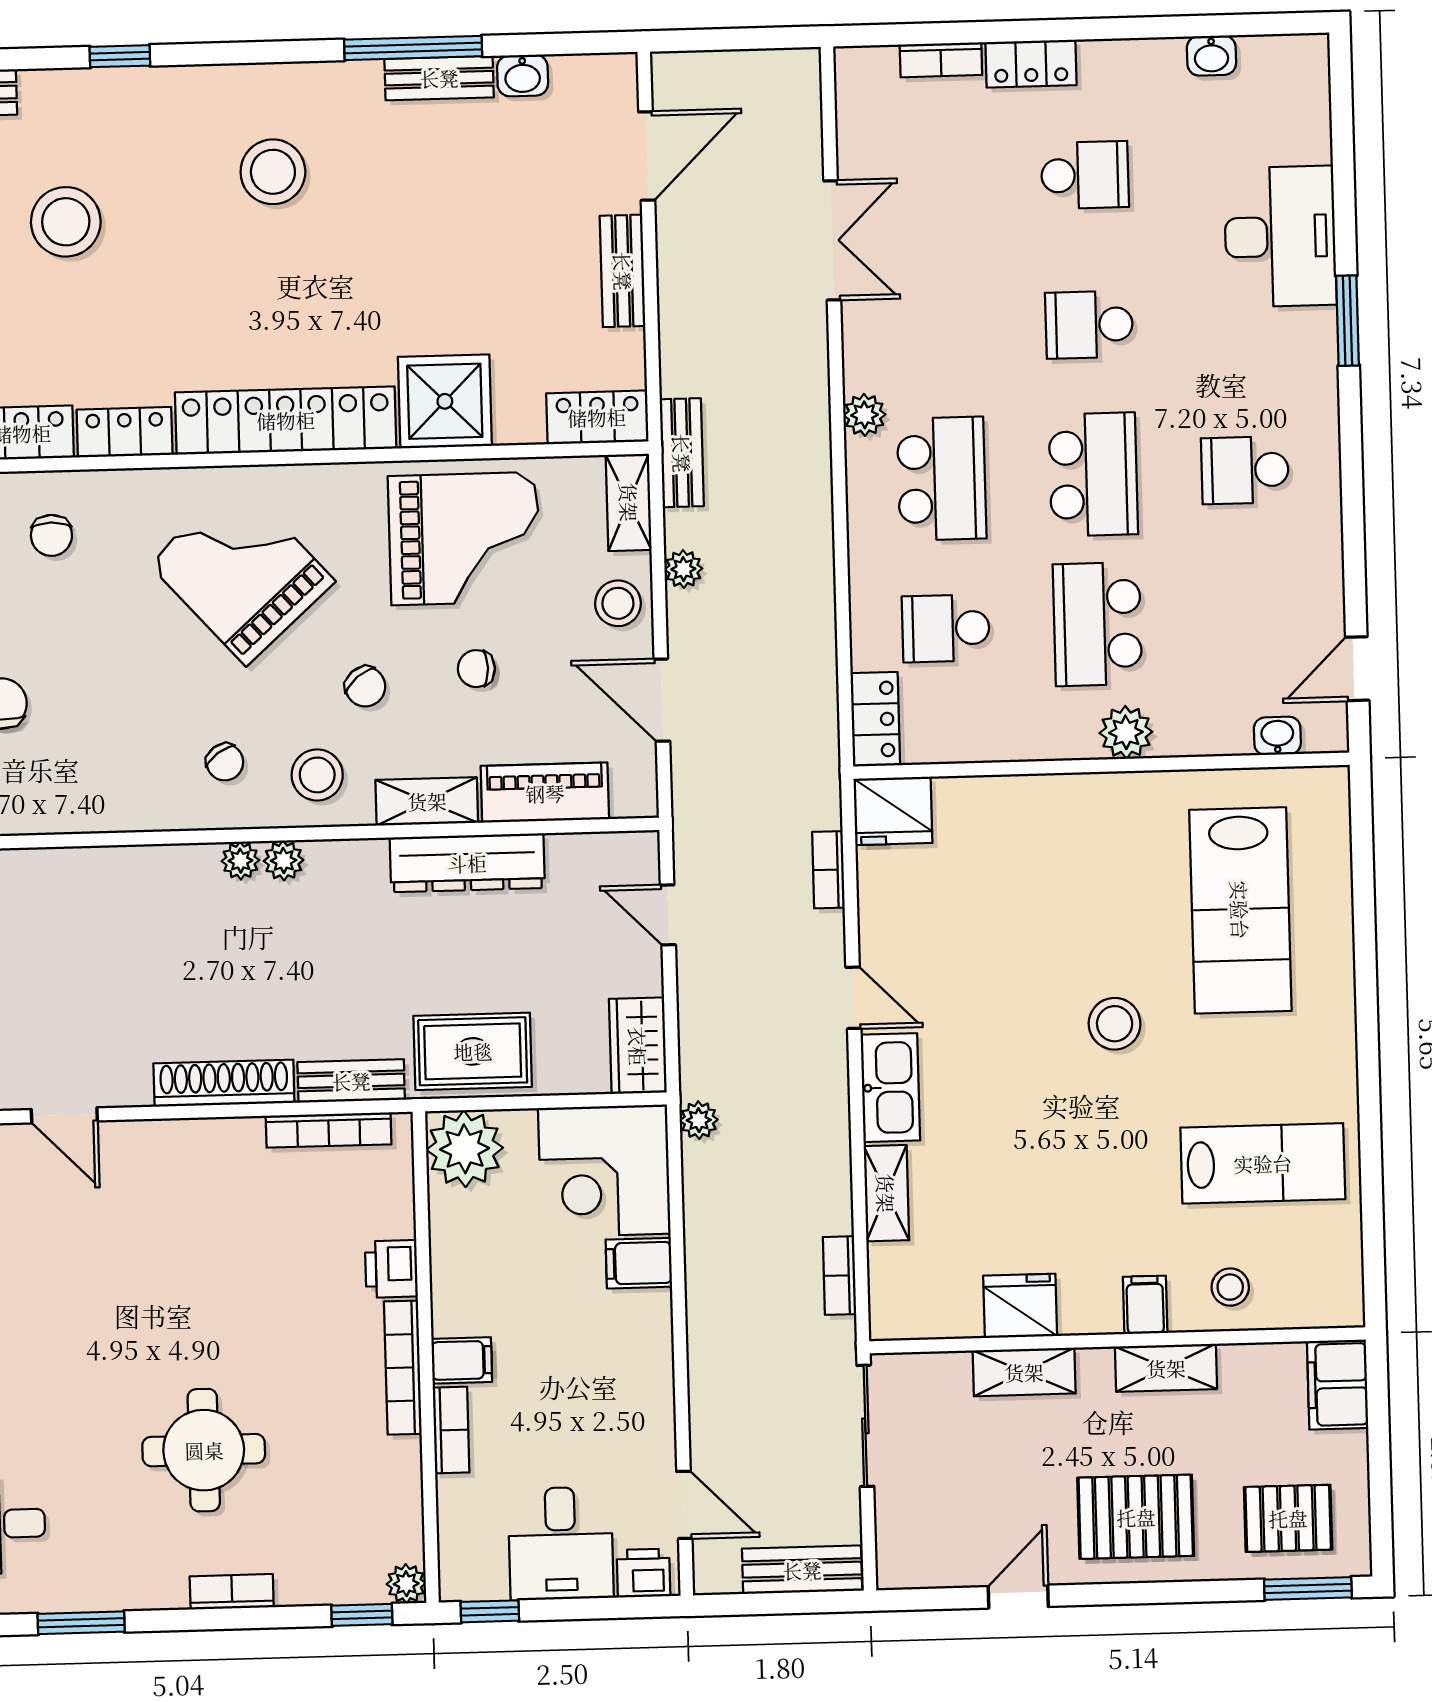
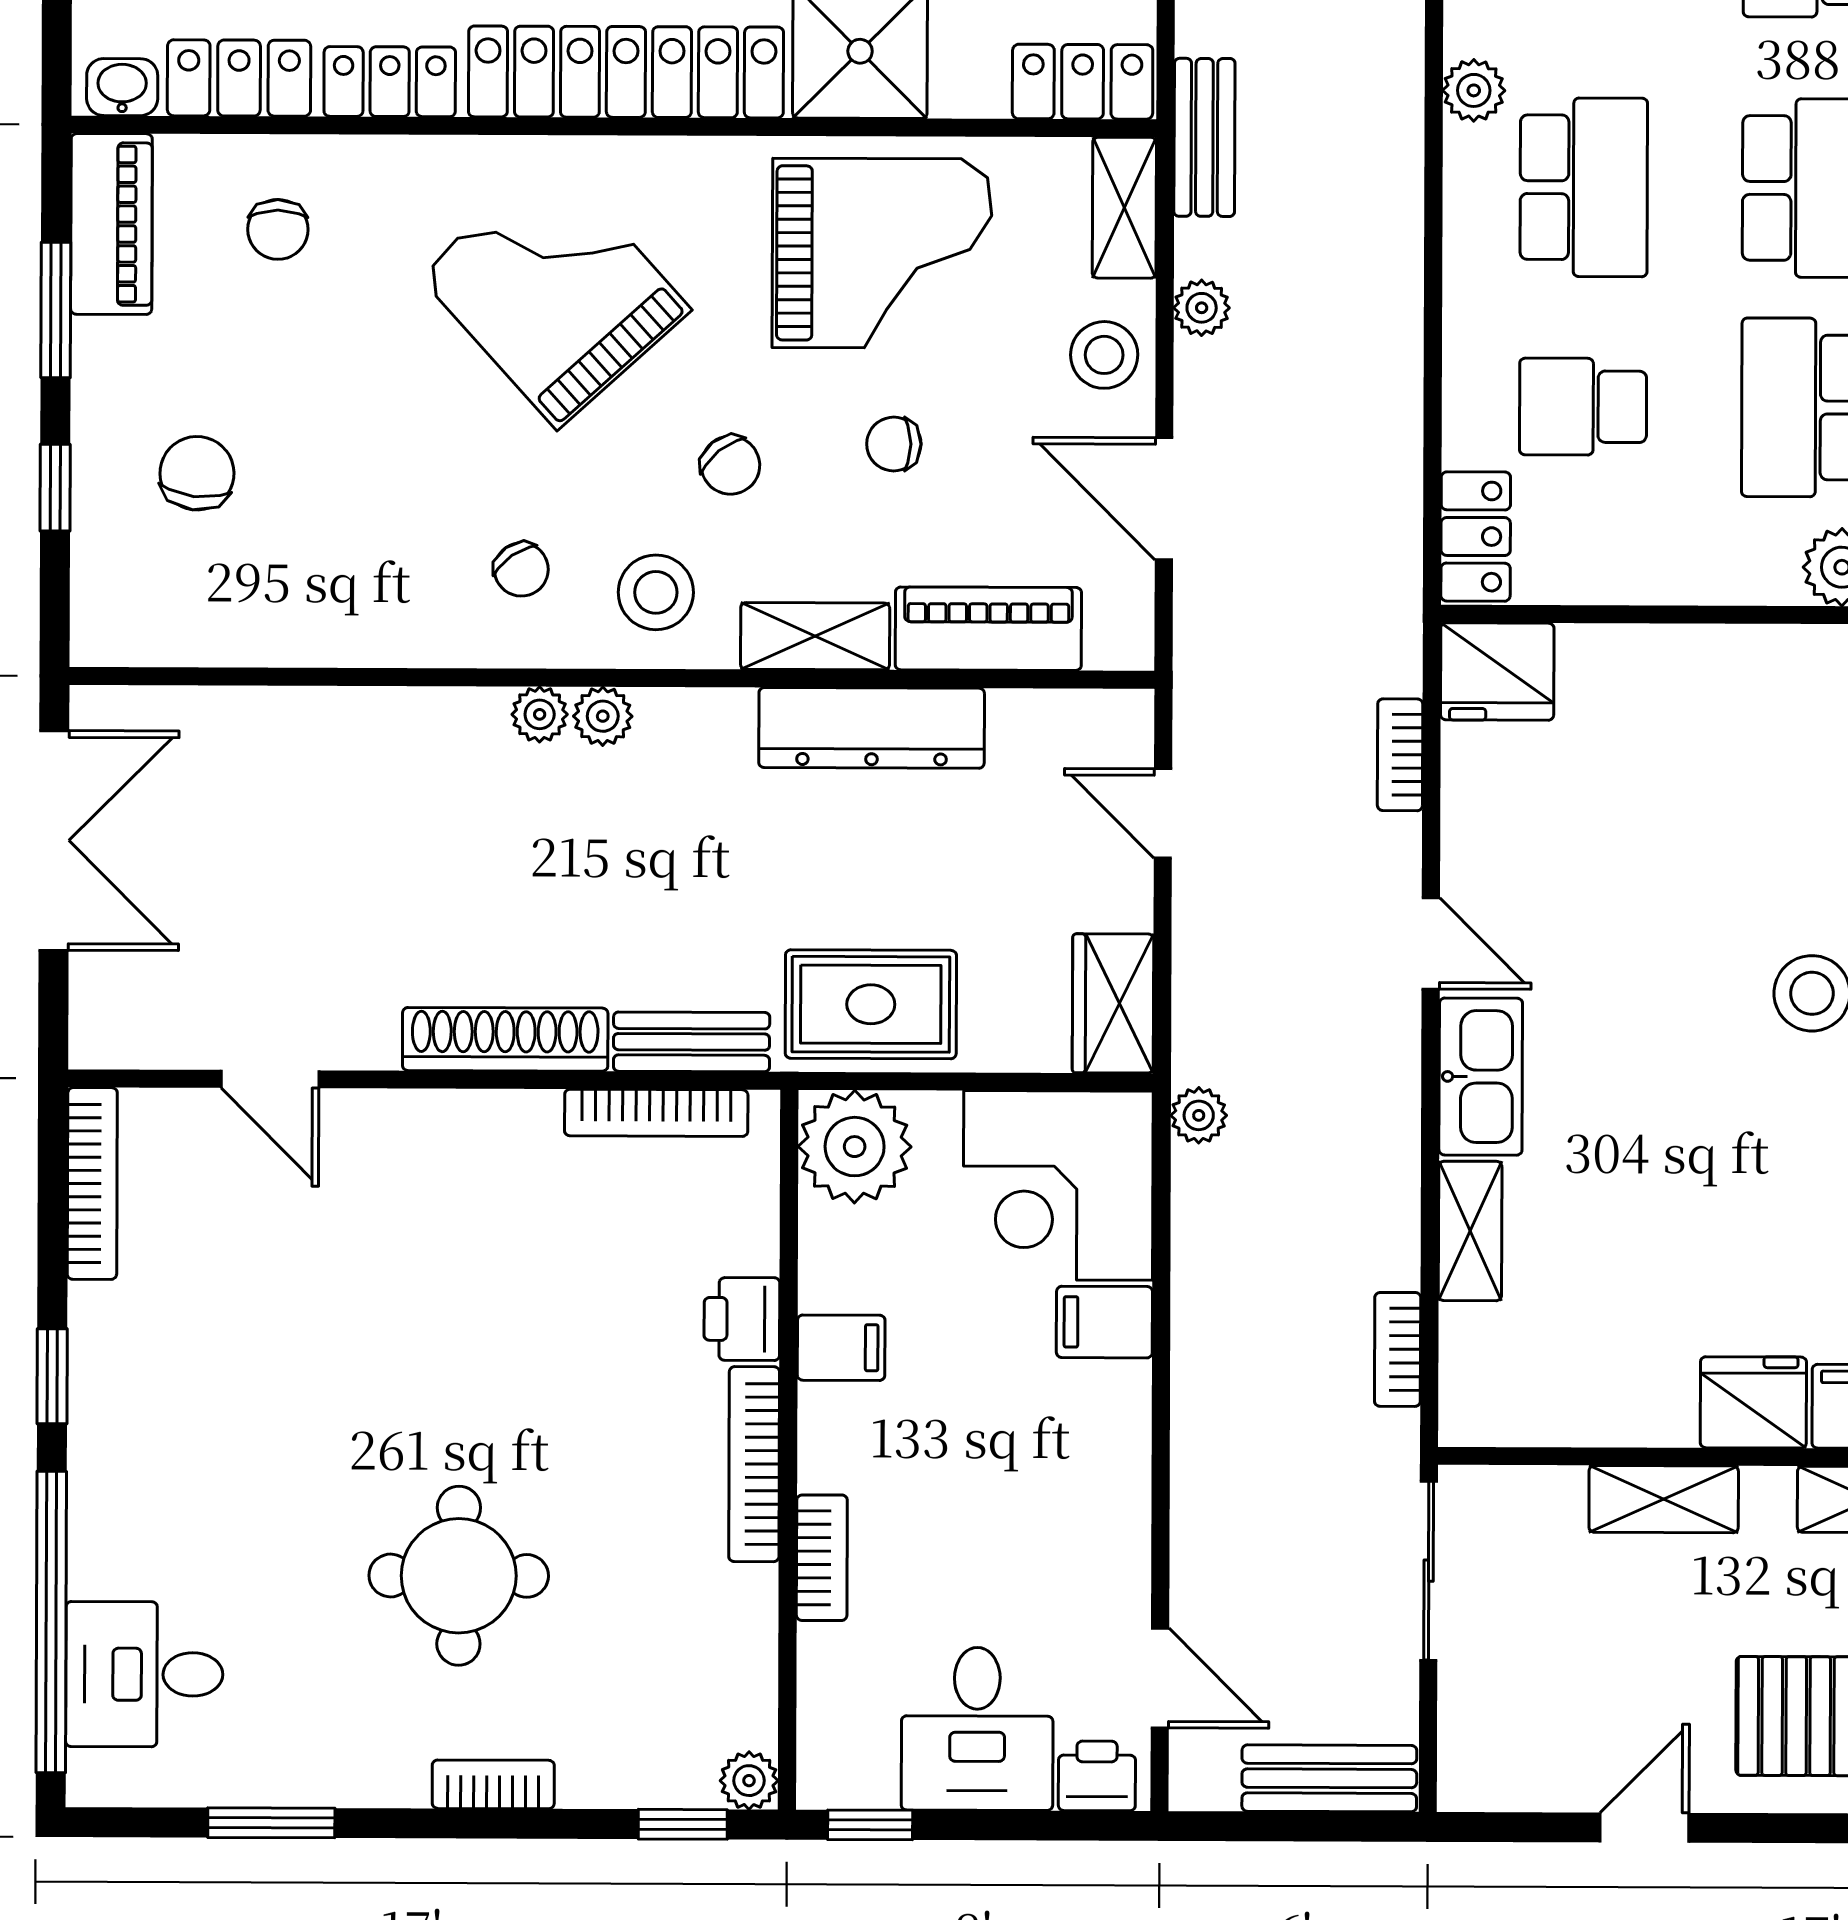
fridge: (1020, 1306) -> (1753, 1402), moved
filing cabinet: (462, 1360) -> (841, 1348), moved

